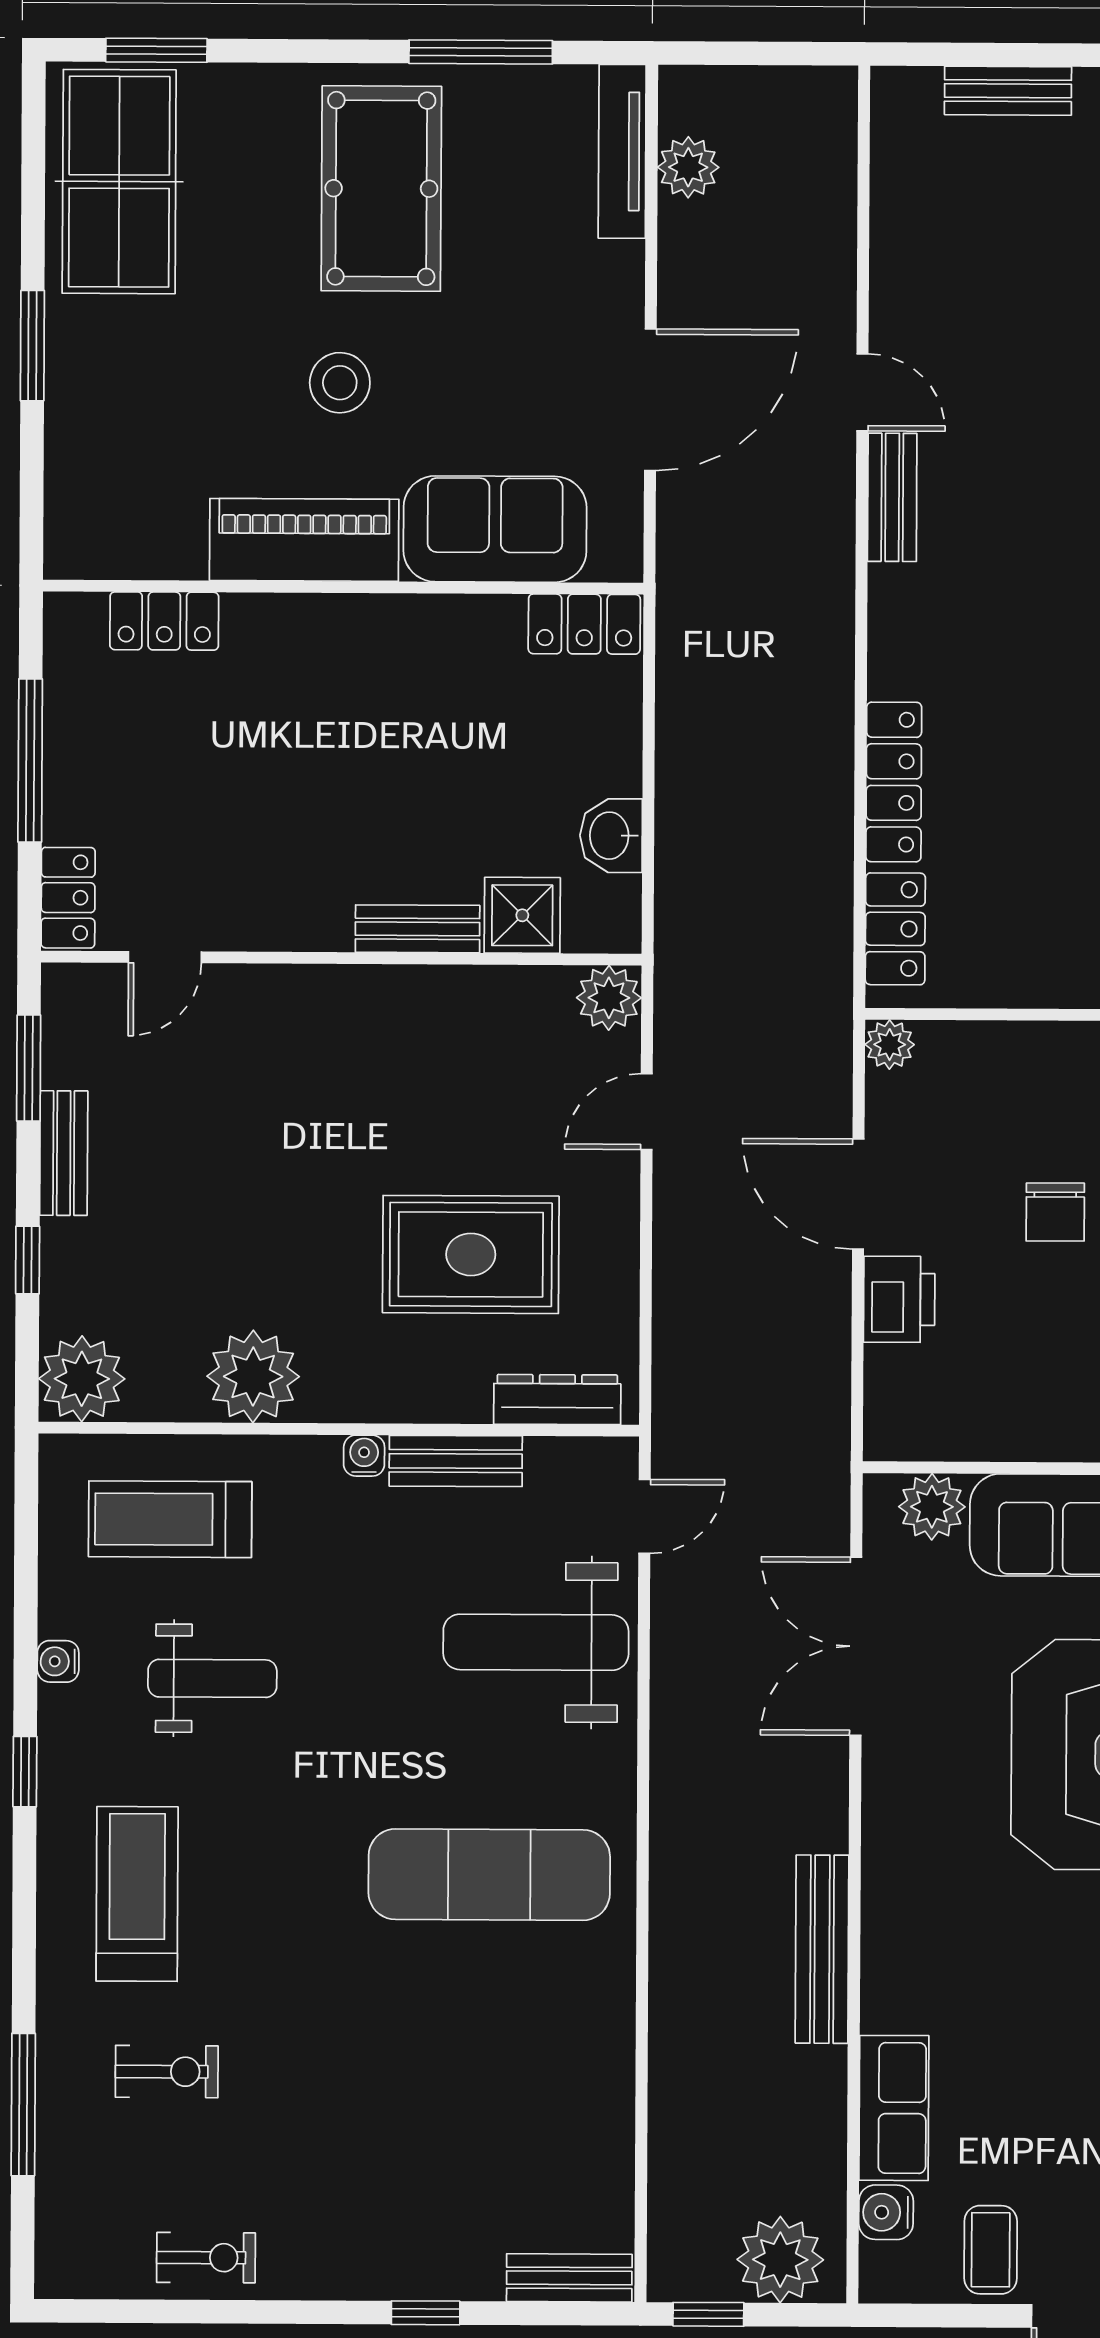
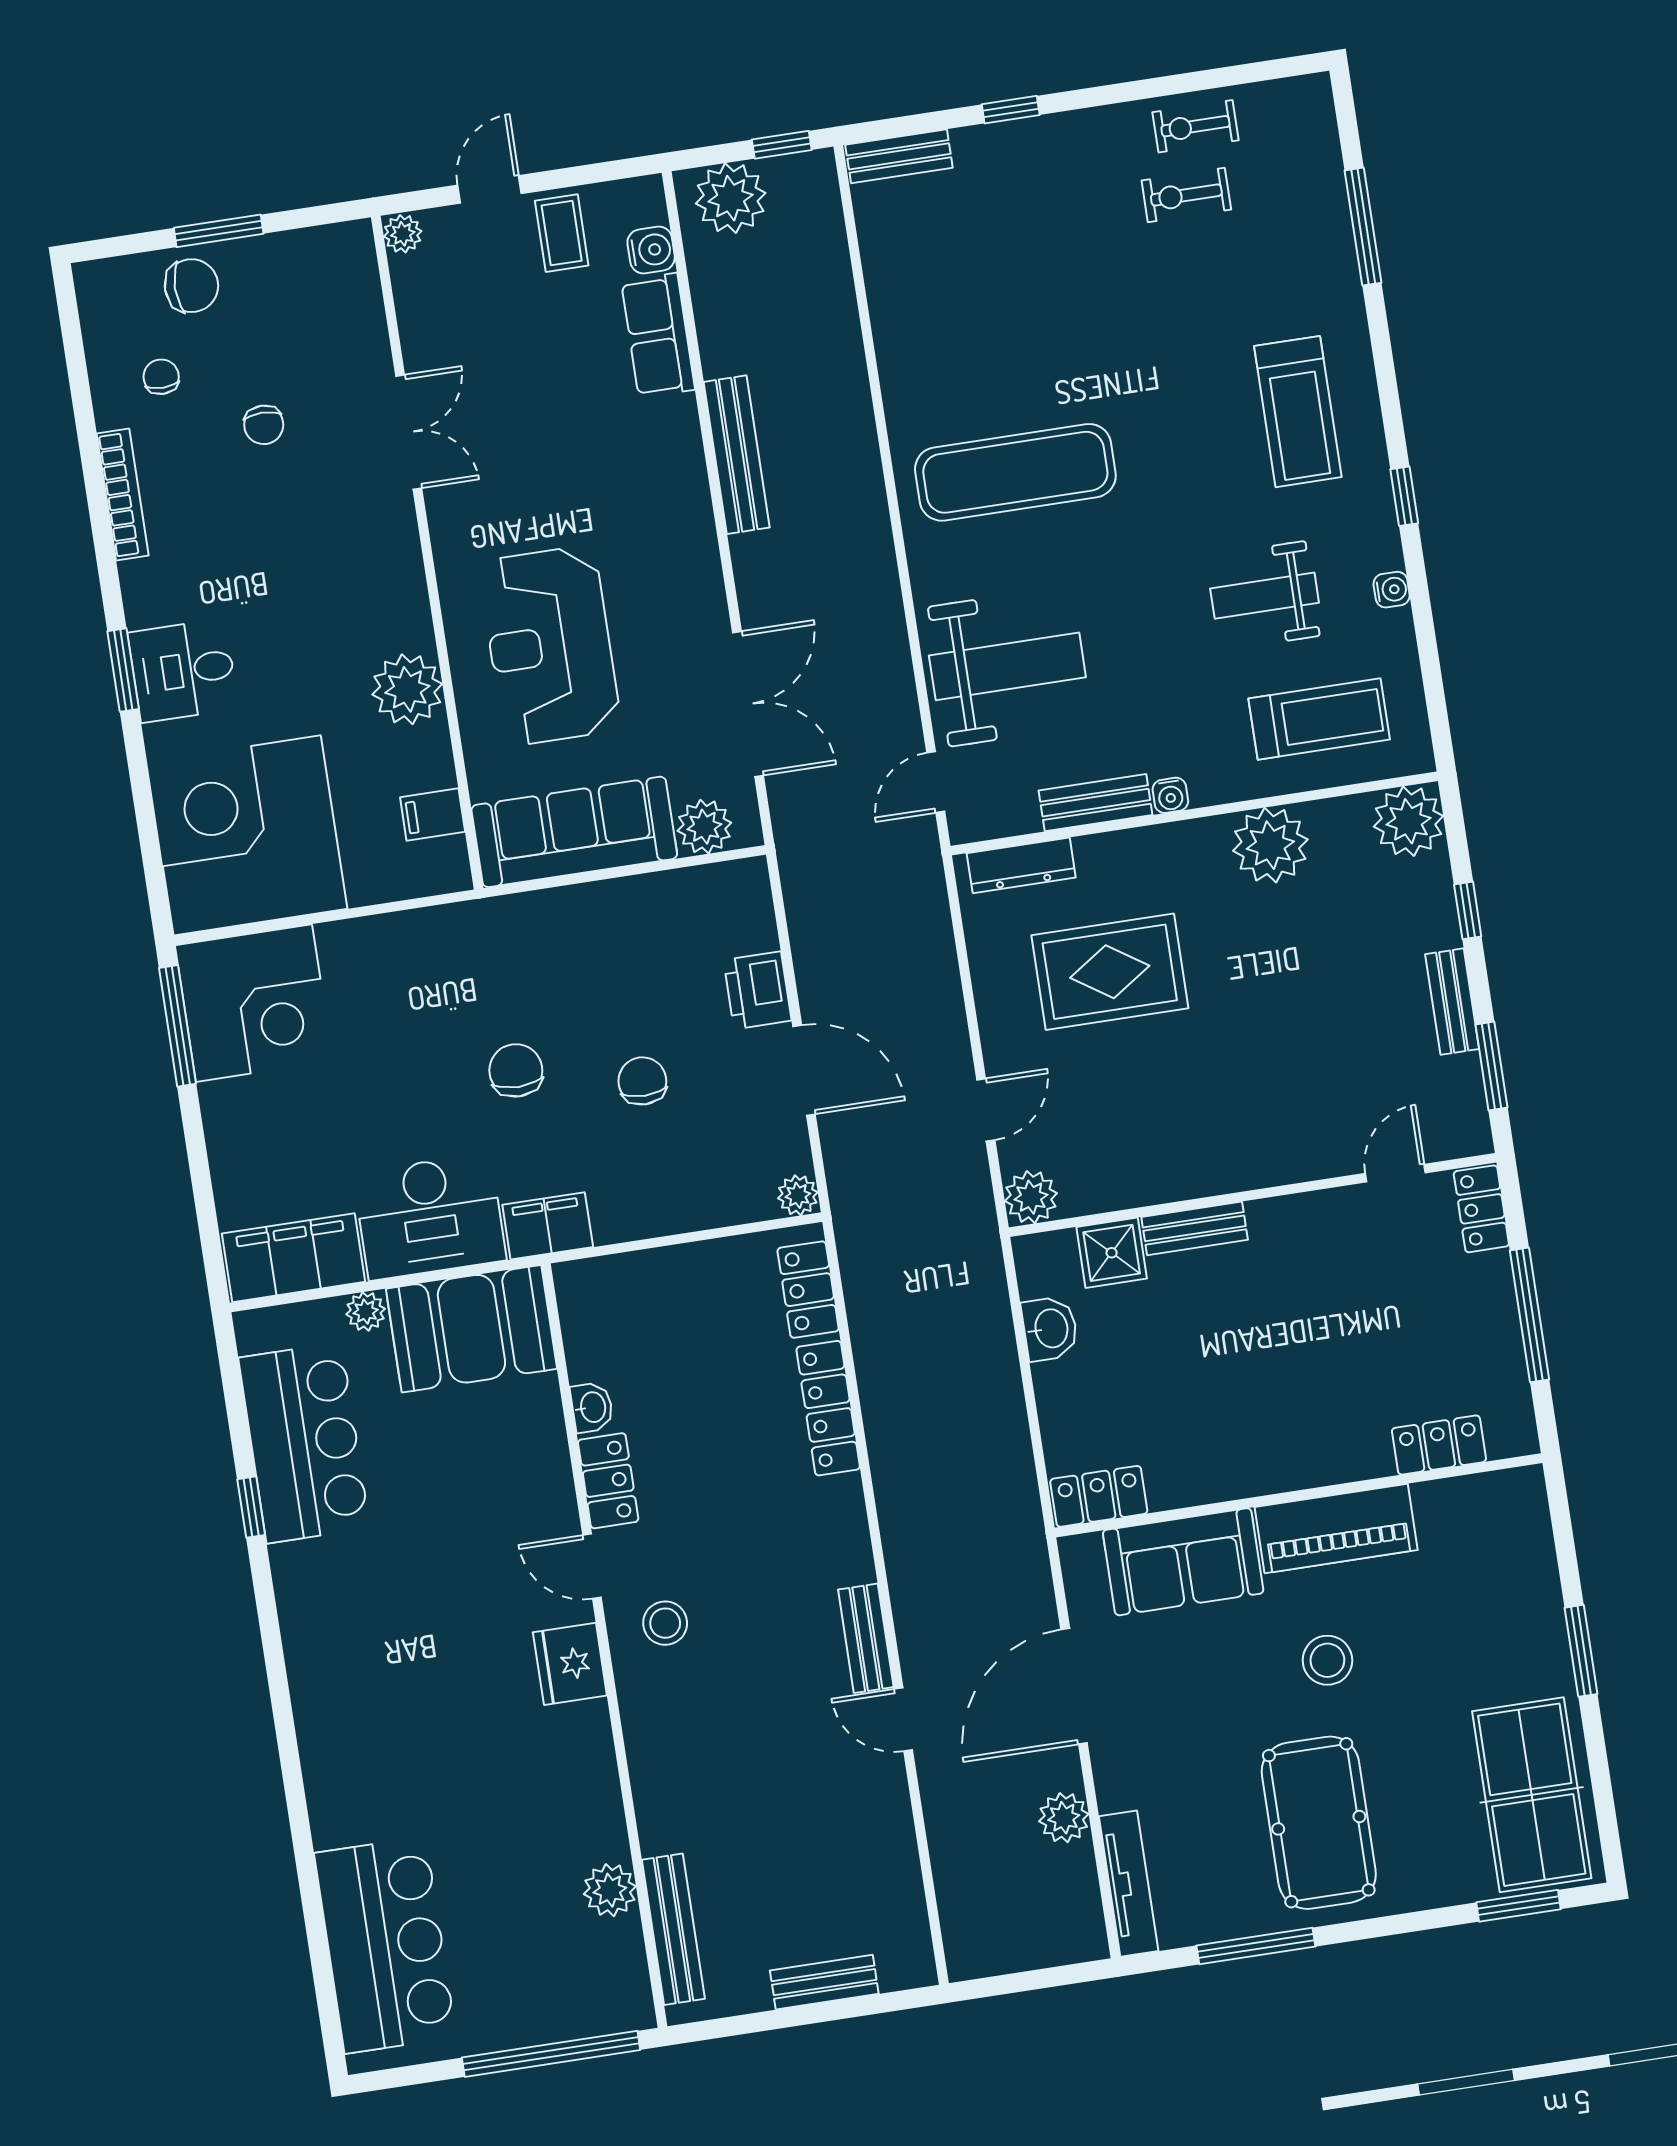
plant: (688, 167) -> (1064, 1818), moved
exercise bike: (167, 2072) -> (1186, 195), moved

